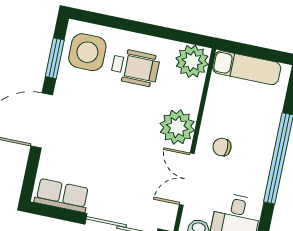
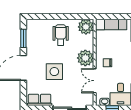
side table: (87, 52) -> (54, 72), moved
wheelchair: (135, 67) -> (61, 35), turned -90

